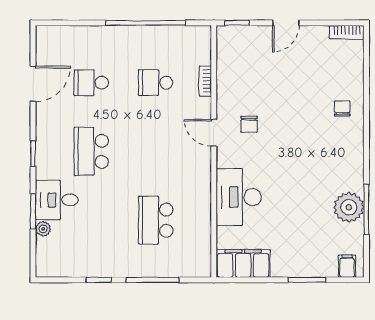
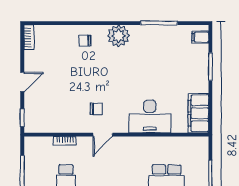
door: (286, 23) -> (22, 82), hinge flipped
plant: (349, 207) -> (119, 36), moved

